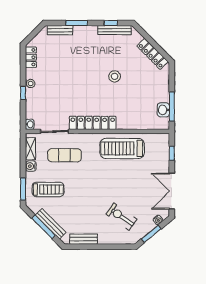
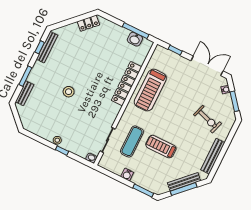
locker: (152, 54) -> (88, 23), width x0.66
locker: (31, 57) -> (35, 129), removed
stool: (115, 76) -> (69, 92), moved
locker: (93, 123) -> (127, 84), moved
shelving: (30, 149) -> (112, 168), removed
treadmill: (48, 189) -> (161, 147), moved, turned -90
double door: (172, 191) -> (207, 66), swing flipped
exercise bike: (121, 217) -> (208, 119), turned -107
bench: (84, 239) -> (213, 156), width x1.36

